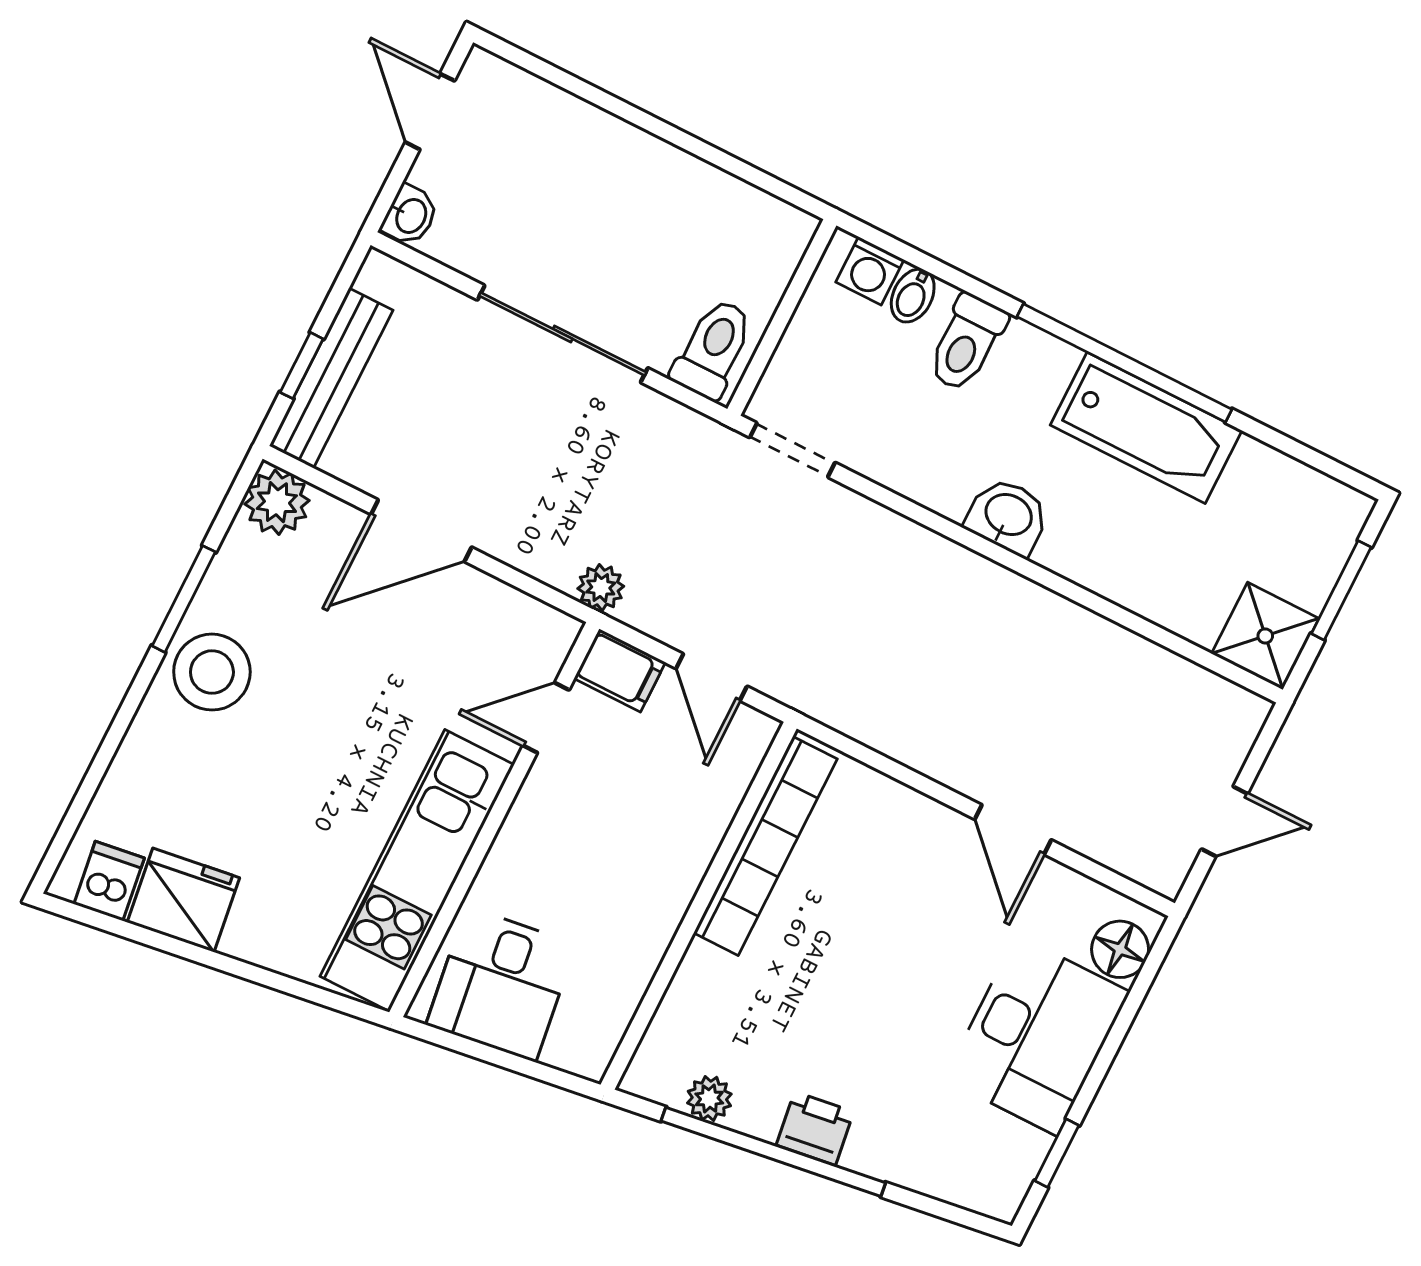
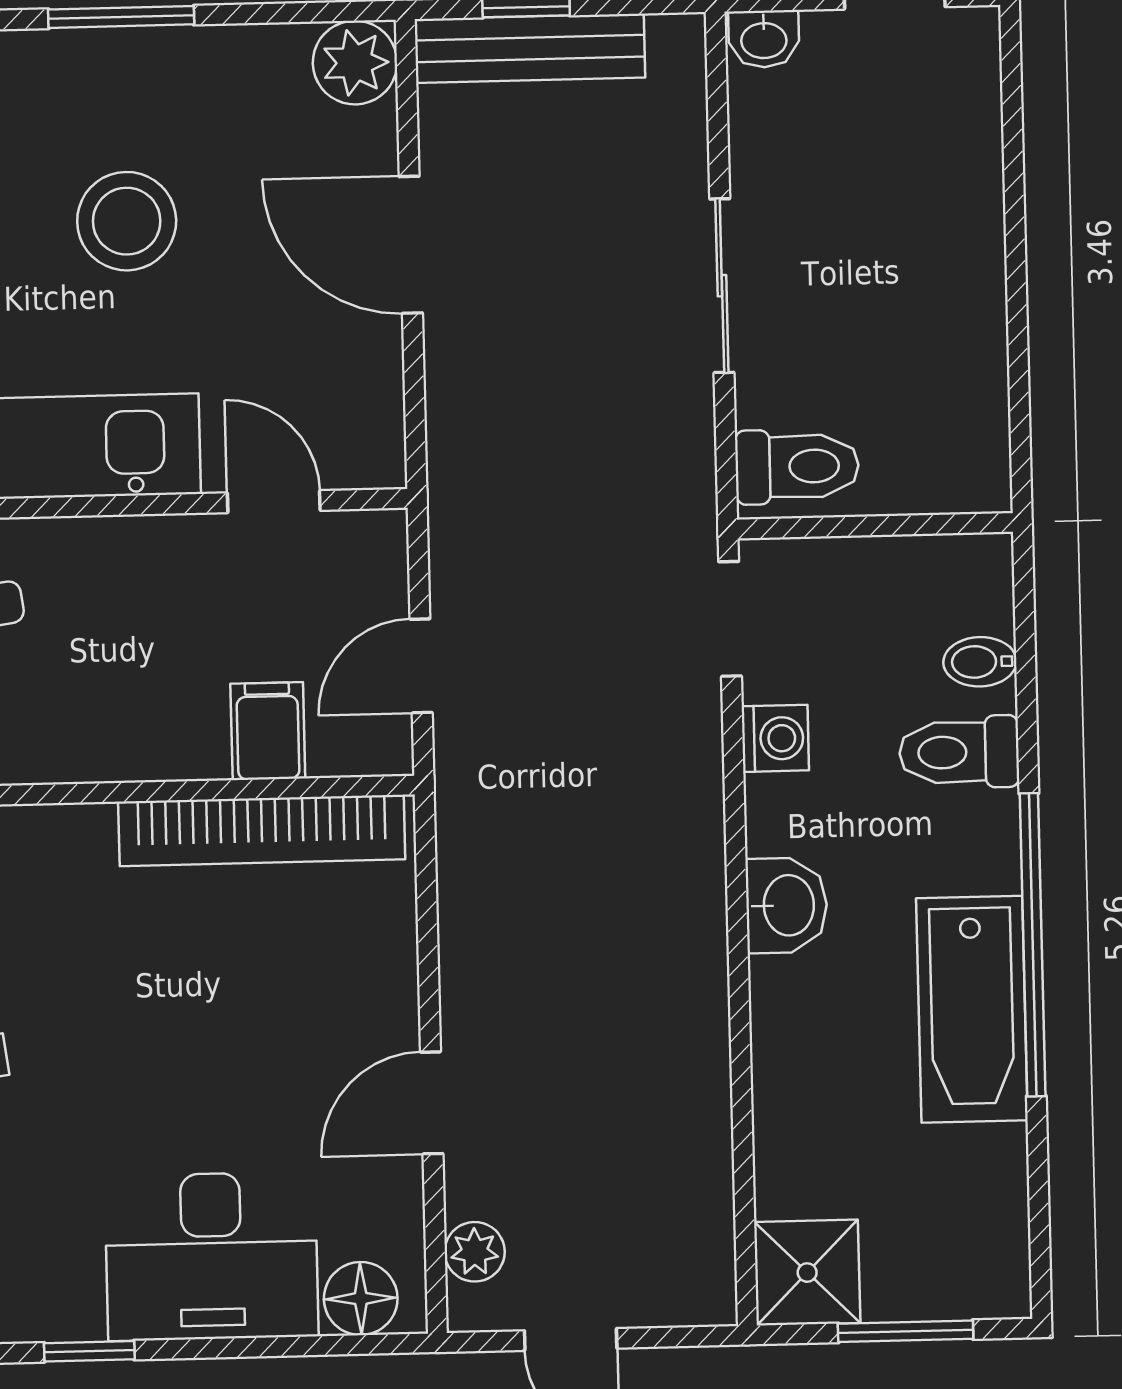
washing machine: (870, 271) -> (775, 738), moved, turned 180
sliding door: (563, 334) -> (722, 286), width x0.73
plant: (601, 587) -> (475, 1252), moved
window: (184, 599) -> (121, 17), moved
filing cabinet: (620, 670) -> (268, 731), moved, turned 180
stool: (212, 672) -> (127, 221), moved

